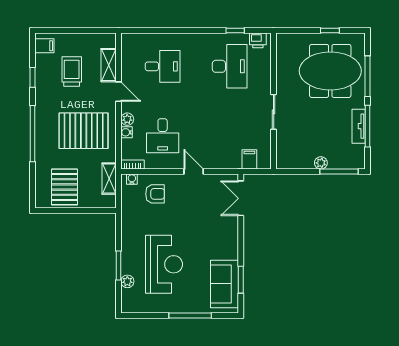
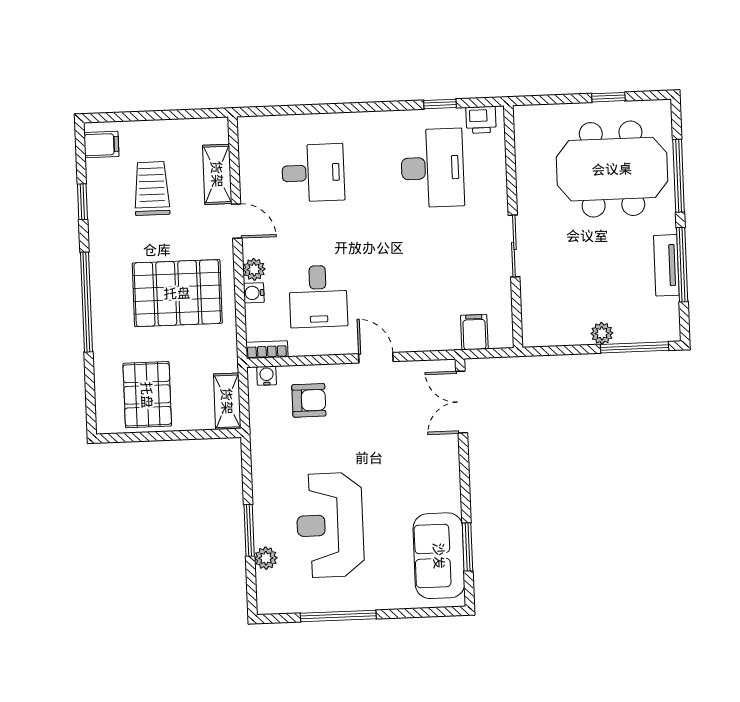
shelving: (109, 179) -> (227, 401), moved
reception desk: (164, 264) -> (330, 525), turned 180
window: (190, 315) -> (338, 616), moved

